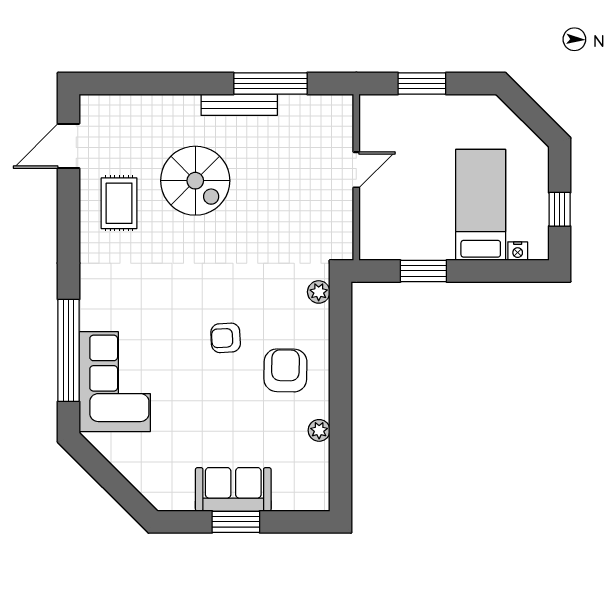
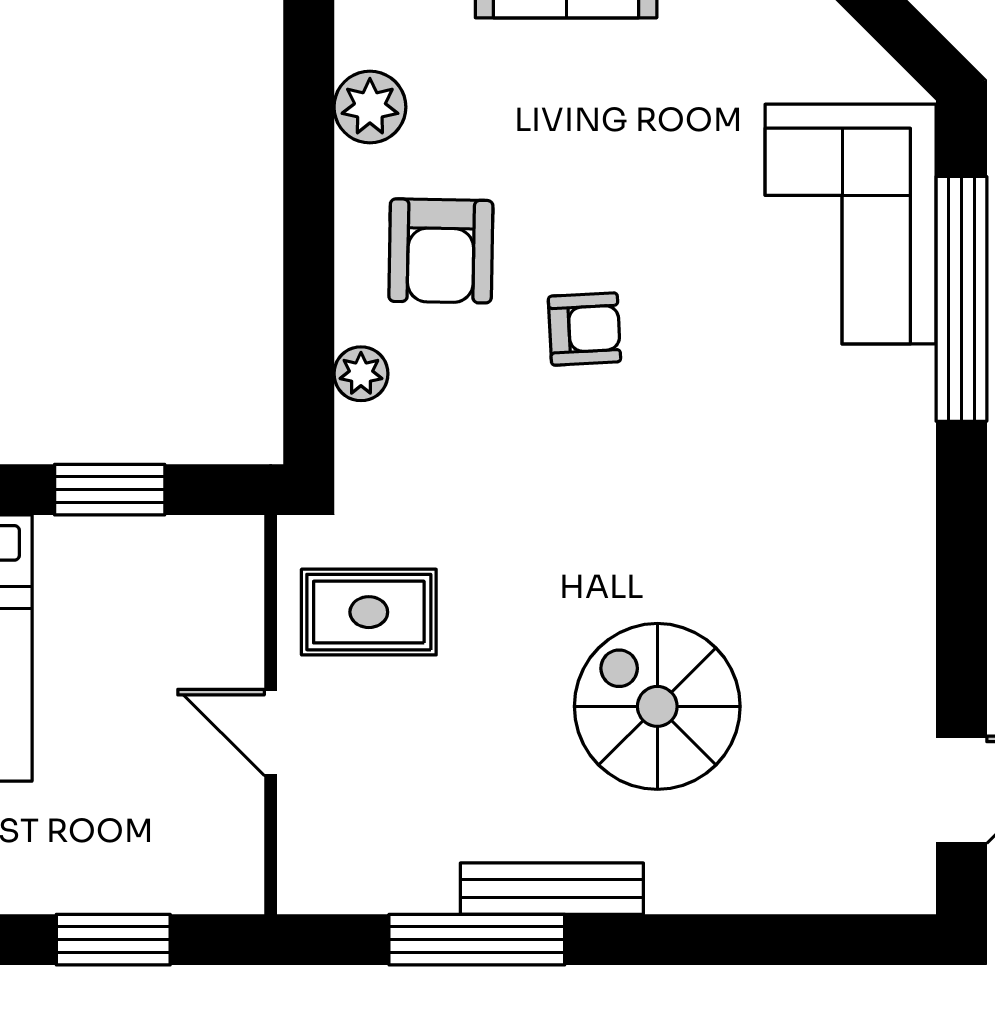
door: (356, 170) -> (271, 733), hinge flipped
rug: (119, 203) -> (369, 612), moved, turned 90
plant: (319, 292) -> (361, 374), moved
plant: (319, 430) -> (370, 107), width x1.38, depth x1.38

